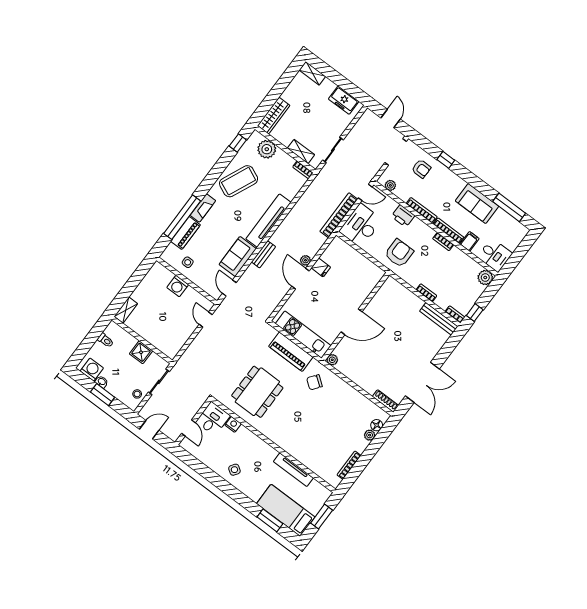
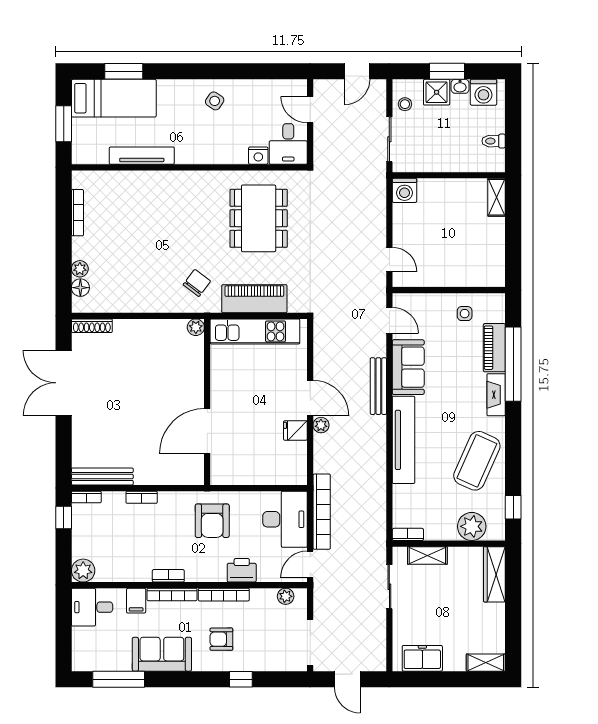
armchair: (421, 169) -> (221, 639), moved
bench: (263, 254) -> (378, 386), width x1.36
washing machine: (178, 286) -> (404, 190), moved, turned 180
door: (352, 322) -> (207, 431), moved
shower: (141, 352) -> (437, 92), moved

